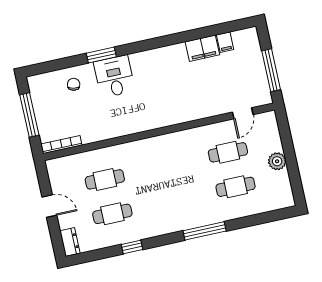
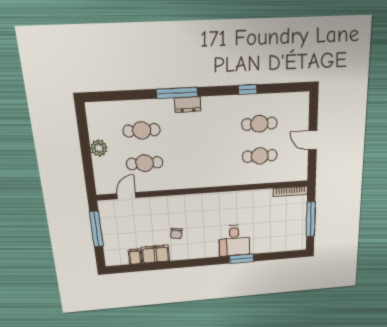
chair: (74, 84) -> (176, 234), moved
dresser: (70, 242) -> (188, 105), moved, turned -90

